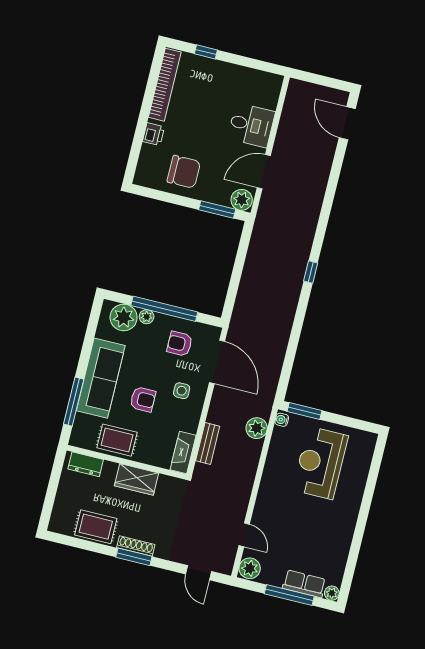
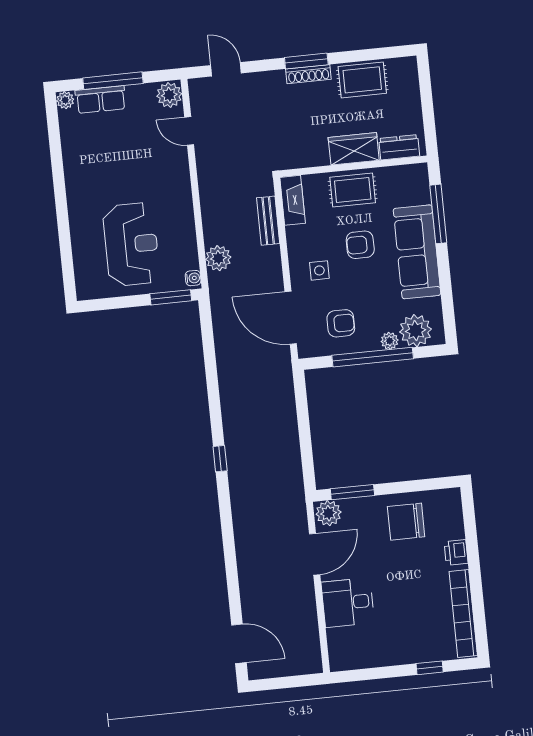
rug: (117, 440) -> (353, 190), moved
wardrobe: (137, 479) -> (354, 149), moved

